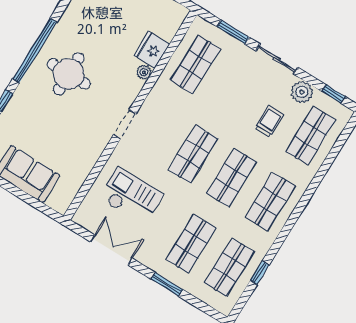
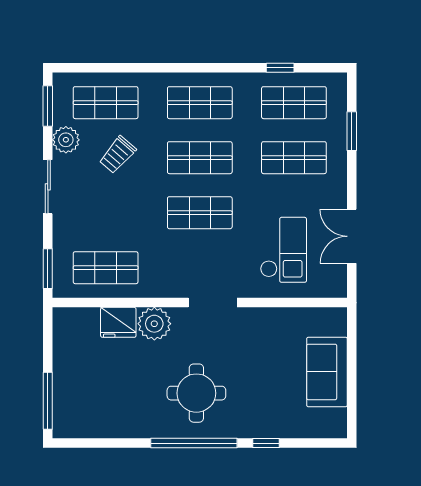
window: (233, 32) -> (48, 269), moved
plant: (144, 72) -> (154, 324), width x1.87, depth x1.87
window: (333, 94) -> (48, 106), width x1.50
trolley: (269, 122) -> (117, 155), turned -49
doorway: (125, 124) -> (213, 303), width x1.38
checkout: (131, 196) -> (283, 250), turned 180
window: (167, 284) -> (352, 131), moved

